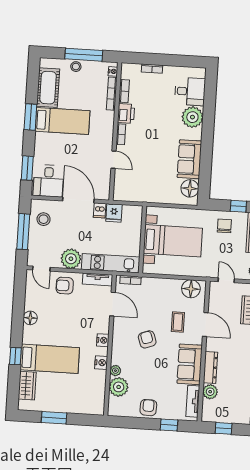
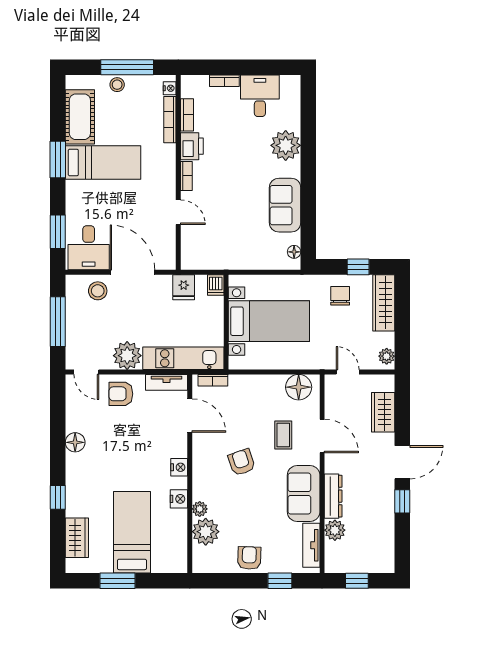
desk: (190, 91) -> (260, 96), moved, turned -90
floor lamp: (190, 188) -> (294, 252), width x0.53, depth x0.53
dishwasher: (100, 210) -> (216, 285), moved
stool: (44, 219) -> (98, 291), moved
bed: (50, 359) -> (132, 532), moved, turned -90

